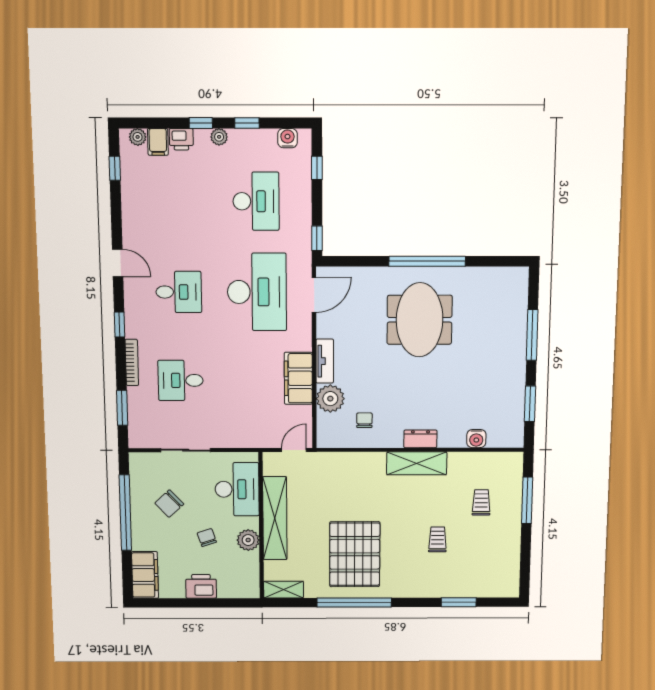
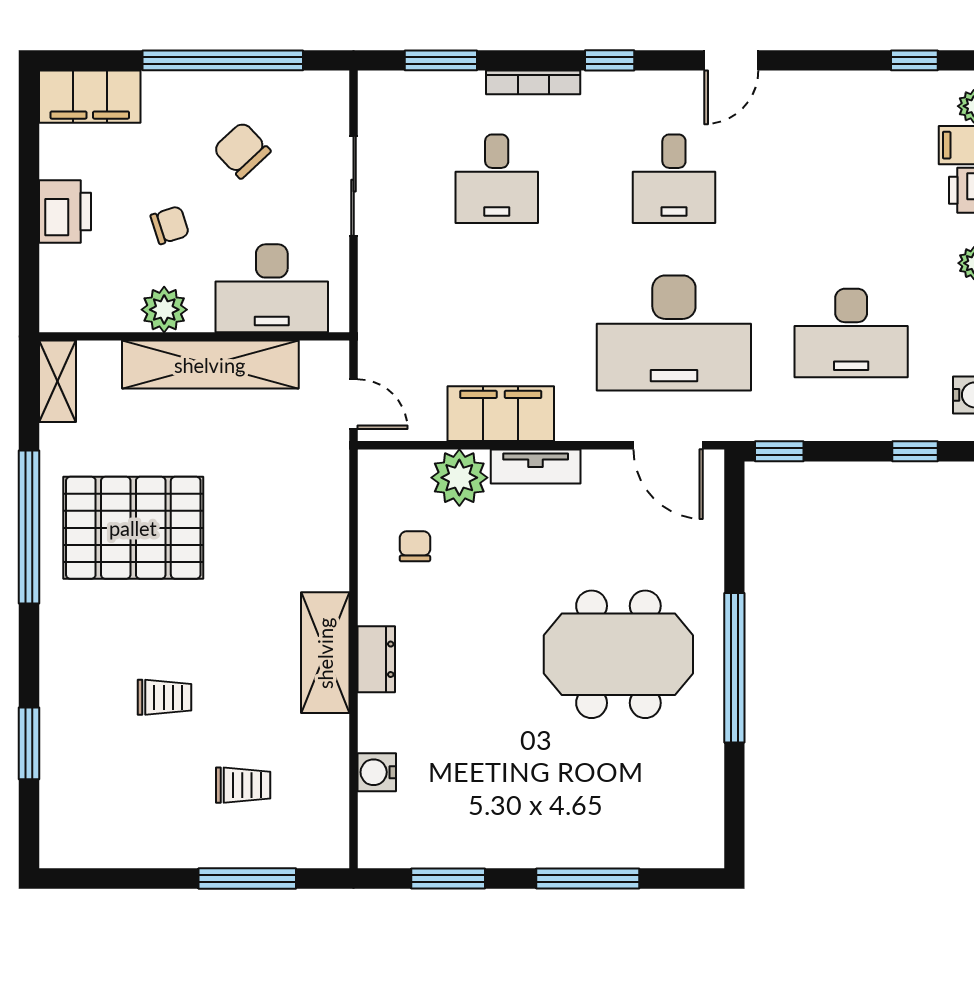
desk: (181, 380) -> (497, 179), turned 180
chair: (364, 420) -> (415, 546), turned -90

